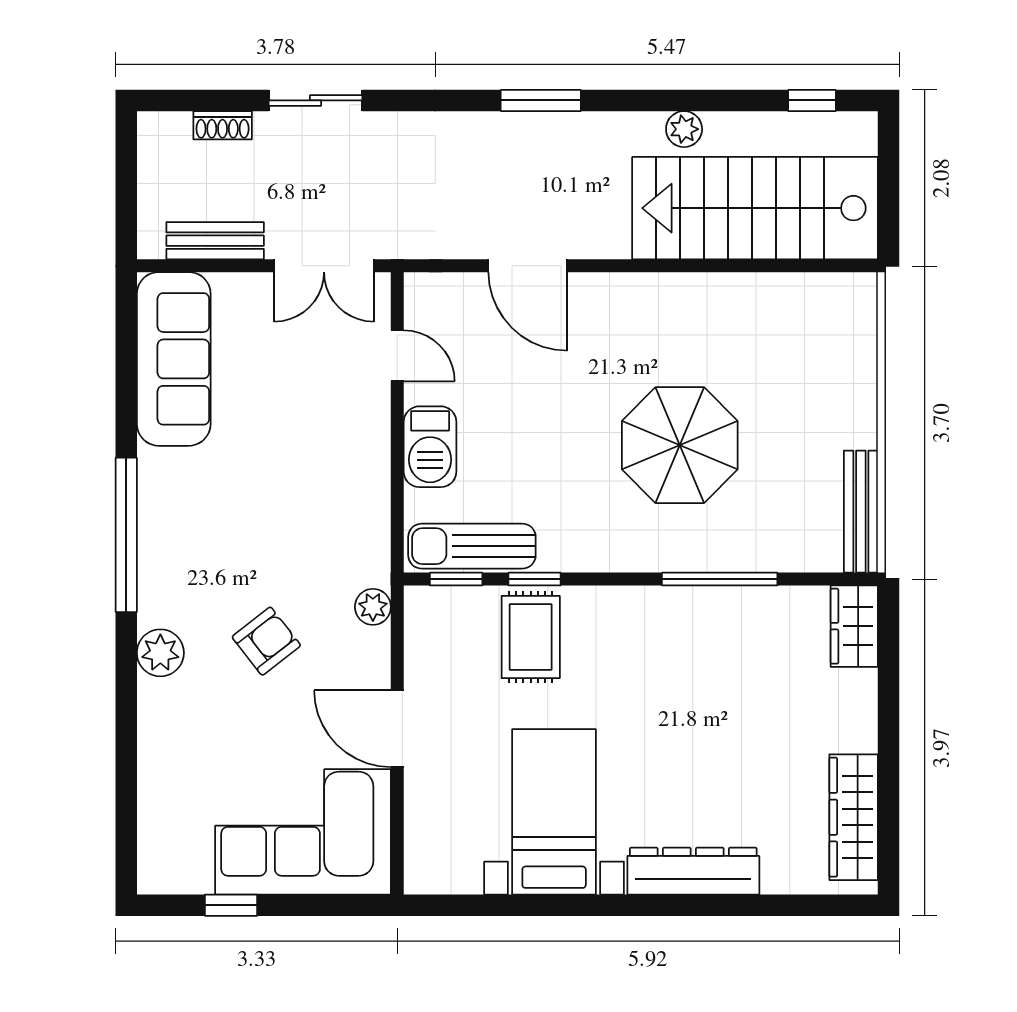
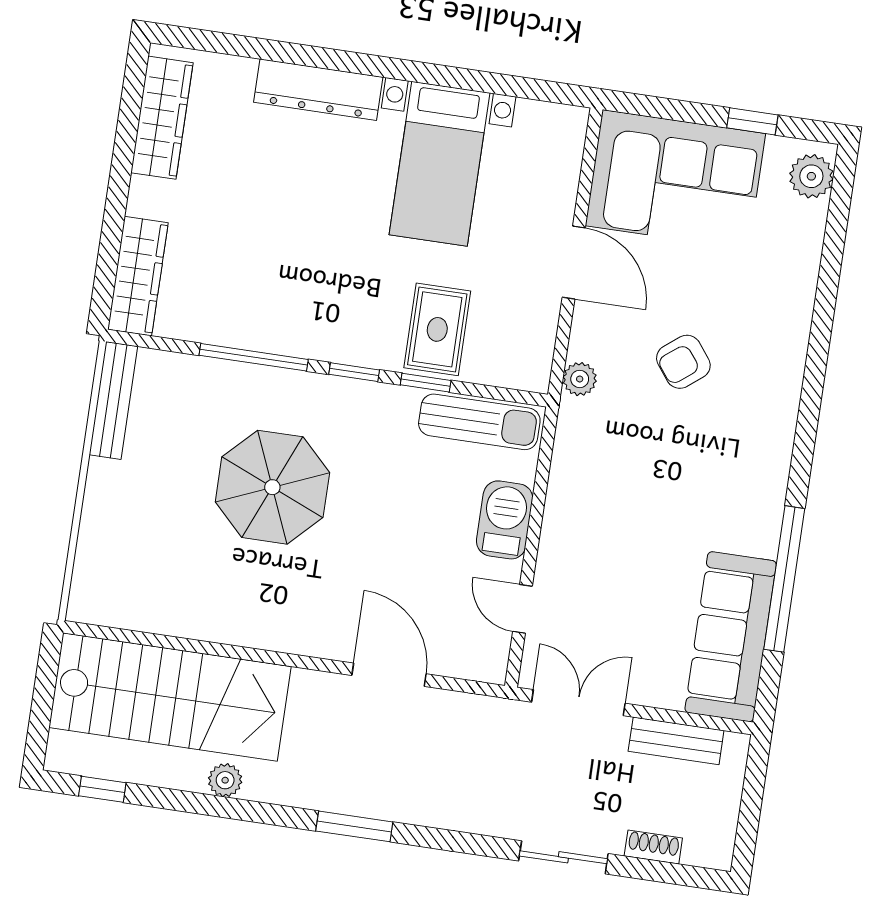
window: (126, 535) -> (784, 579), moved
window: (456, 579) -> (354, 372), moved
wardrobe: (854, 626) -> (138, 276), width x1.50
plant: (160, 653) -> (811, 176), moved

